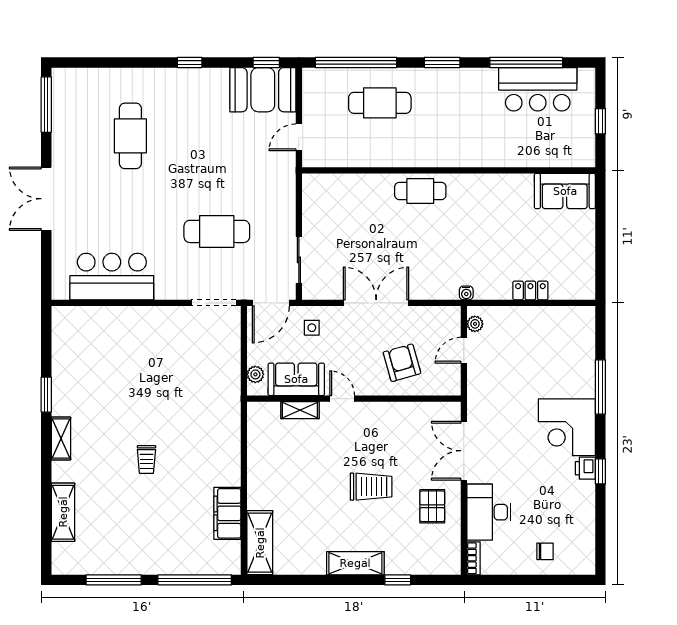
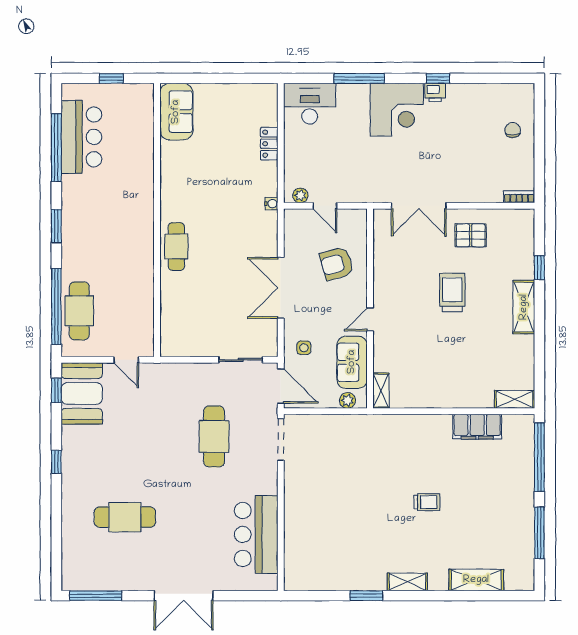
cafe table: (380, 103) -> (79, 311), moved
shelving: (300, 410) -> (381, 391), moved
desk: (489, 512) -> (310, 104), moved, turned 180
shelving: (260, 543) -> (514, 399), width x0.67, depth x0.75

